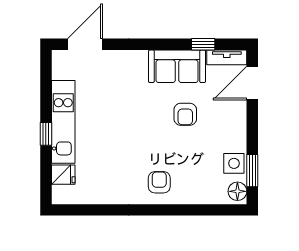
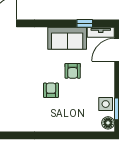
armchair: (159, 182) -> (51, 90), moved

